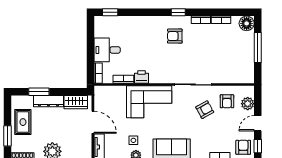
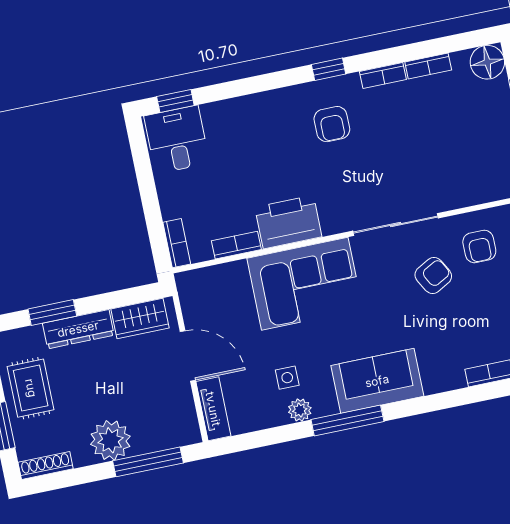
armchair: (175, 36) -> (332, 124), turned -90
desk: (107, 50) -> (177, 140), moved, turned 90
printer: (142, 77) -> (288, 222), width x1.87, depth x1.48

